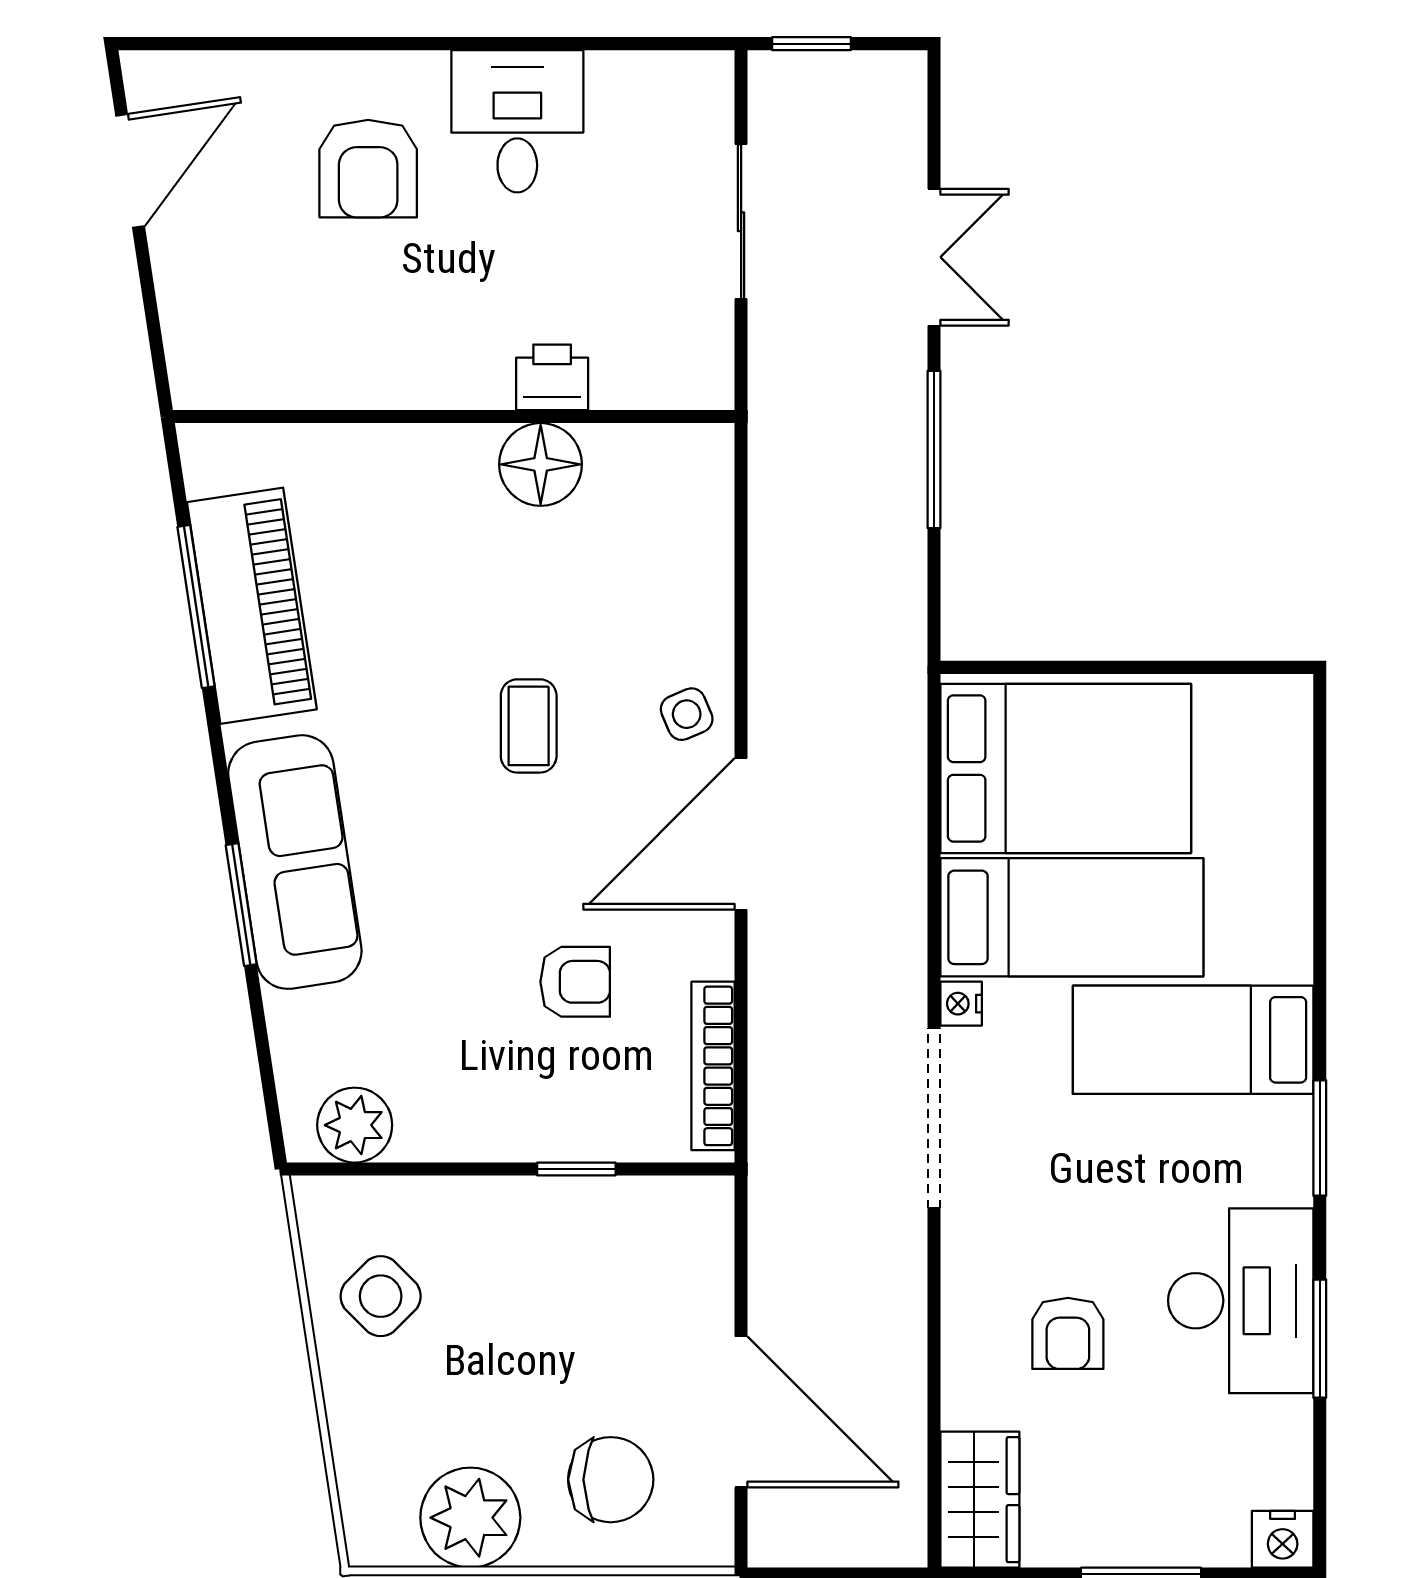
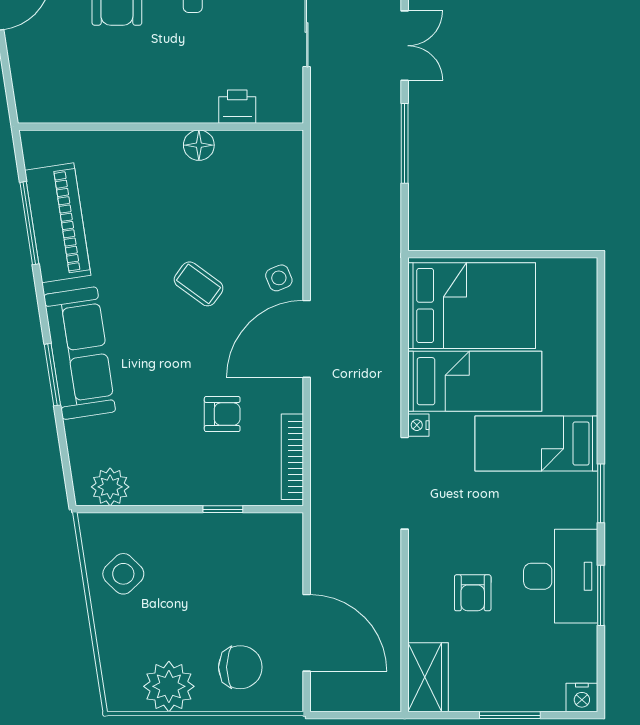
printer: (552, 377) -> (237, 107), moved
floor lamp: (541, 464) -> (199, 145), width x0.73, depth x0.73
coffee table: (529, 726) -> (199, 284), turned -54

